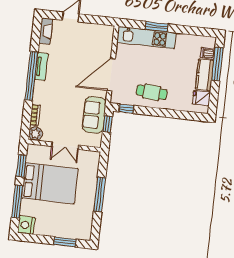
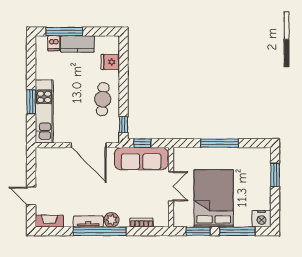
fridge: (201, 98) -> (110, 62), moved, turned 90
sofa: (94, 115) -> (141, 159), width x1.36
plant: (35, 134) -> (111, 220), moved

